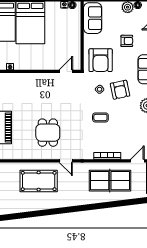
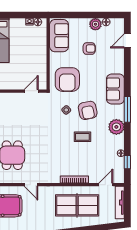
armchair: (127, 41) -> (89, 49), moved
coffee table: (100, 117) -> (82, 137), moved

